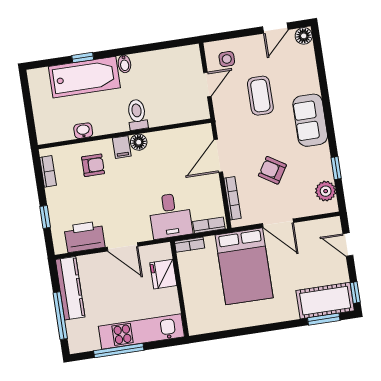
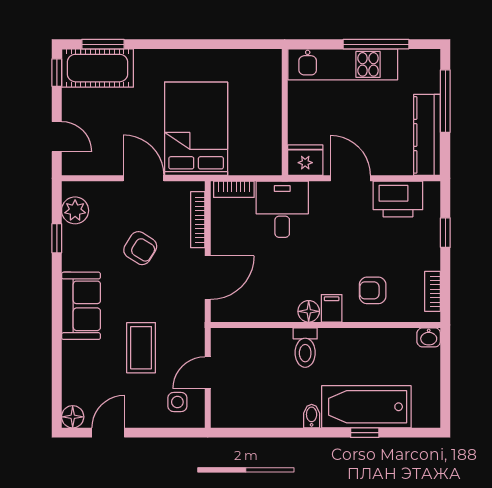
washbasin: (83, 131) -> (429, 337), moved
bookcase: (189, 245) -> (263, 168), removed
fridge: (163, 274) -> (305, 160), moved, turned -90

